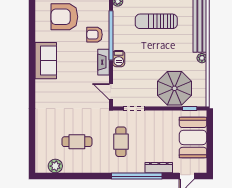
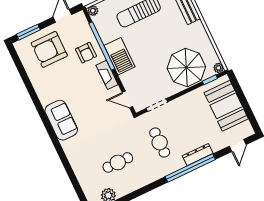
armchair: (95, 35) -> (86, 53), turned -90
plant: (202, 58) -> (219, 68), moved
barbecue: (119, 59) -> (119, 56), width x1.88, depth x1.53
sofa: (46, 61) -> (61, 120), moved
dresser: (159, 168) -> (198, 155), moved

